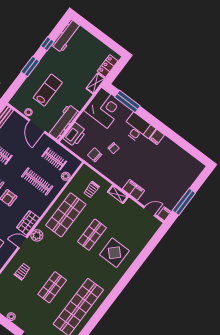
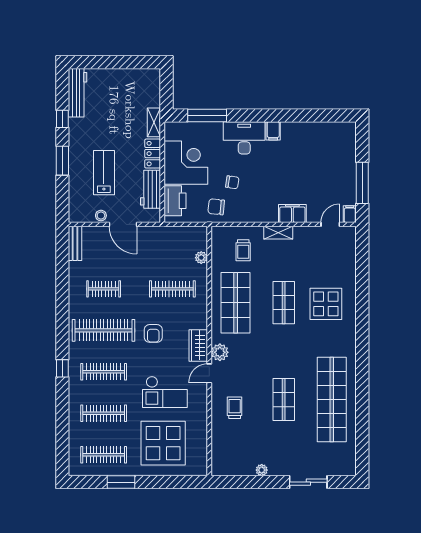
locker: (108, 66) -> (153, 154), moved
corner desk: (104, 108) -> (186, 163), moved
workbench: (63, 122) -> (151, 189), width x0.73
clothes rail: (54, 159) -> (172, 247), removed

